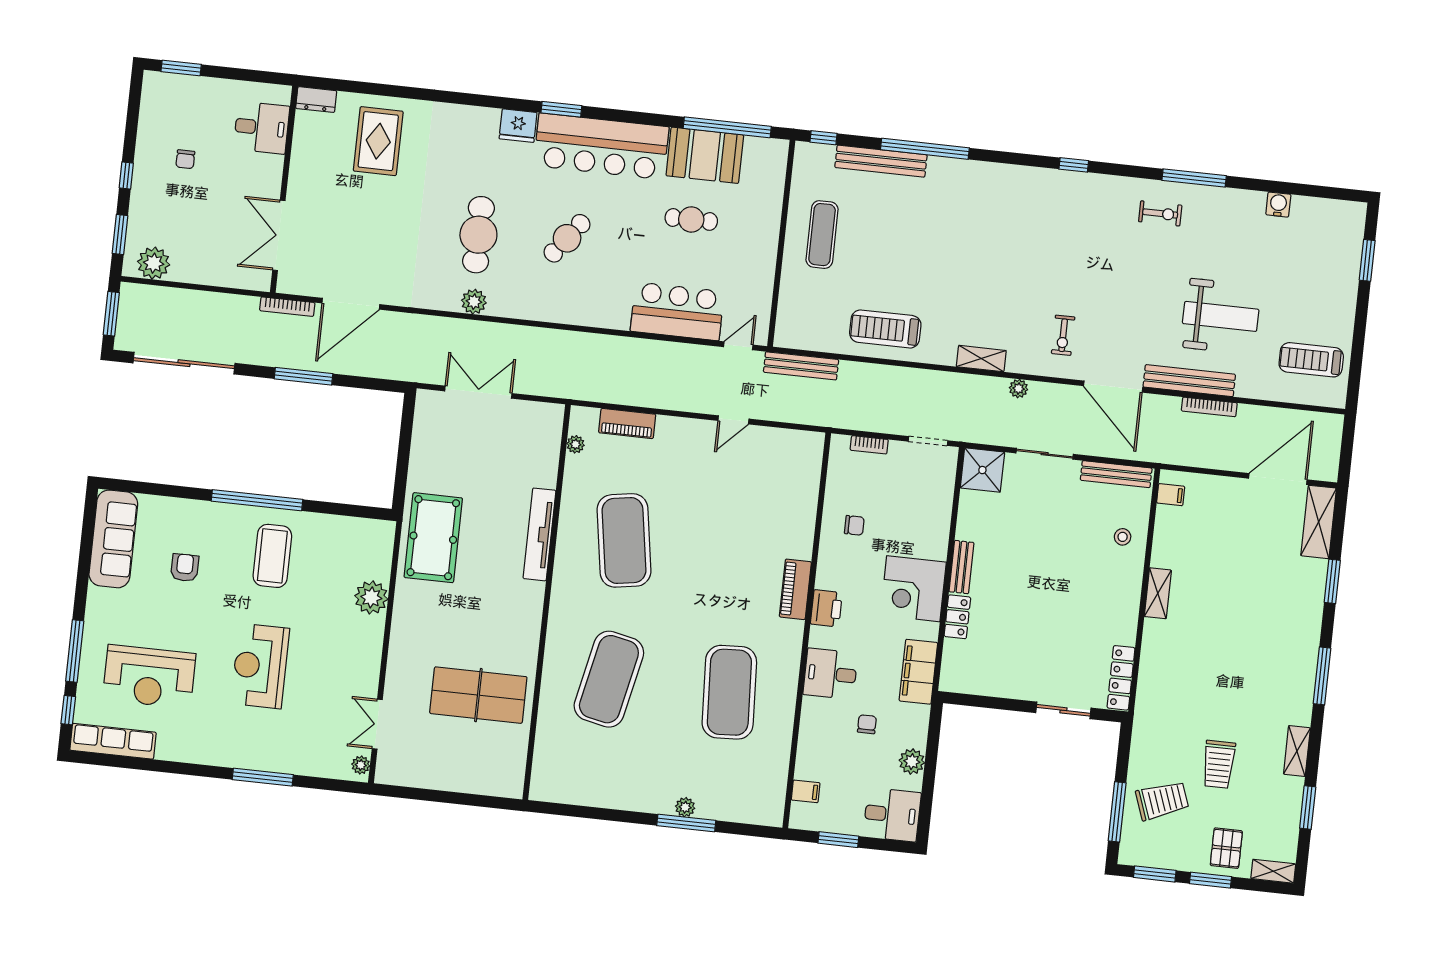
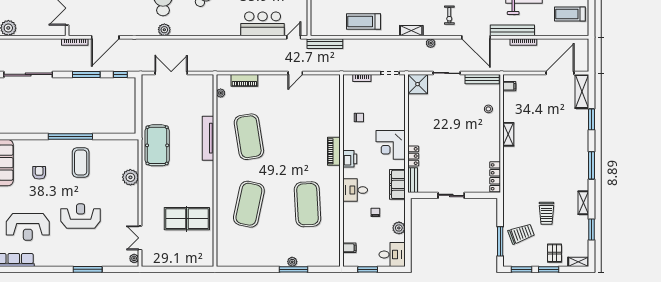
window: (374, 384) -> (120, 74), added
bench: (961, 567) -> (413, 180), moved
reception desk: (260, 666) -> (81, 216), turned 90
sliding door: (1063, 710) -> (451, 195), moved

